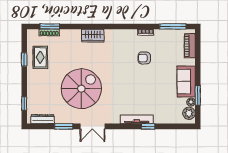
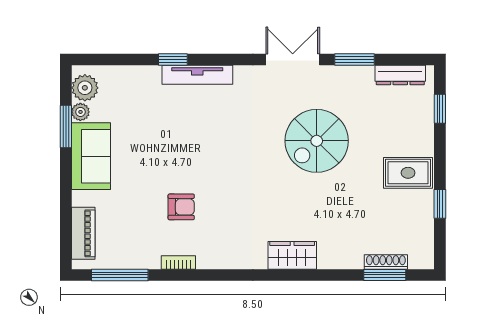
rug: (40, 57) -> (408, 173), moved, turned 90
spiral stairs: (81, 89) -> (317, 141), width x0.73, depth x0.73

